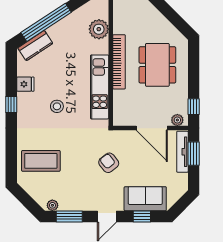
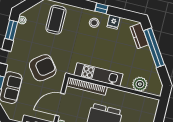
bookcase: (119, 62) -> (87, 86), moved
stool: (57, 106) -> (94, 23), moved
armchair: (109, 163) -> (43, 68), width x1.88, depth x1.88

